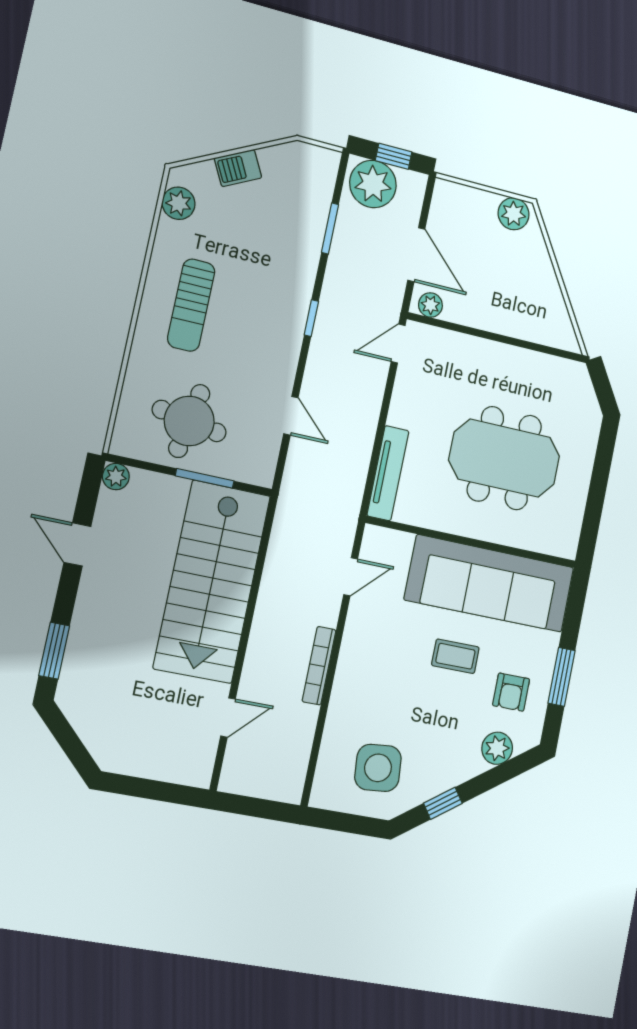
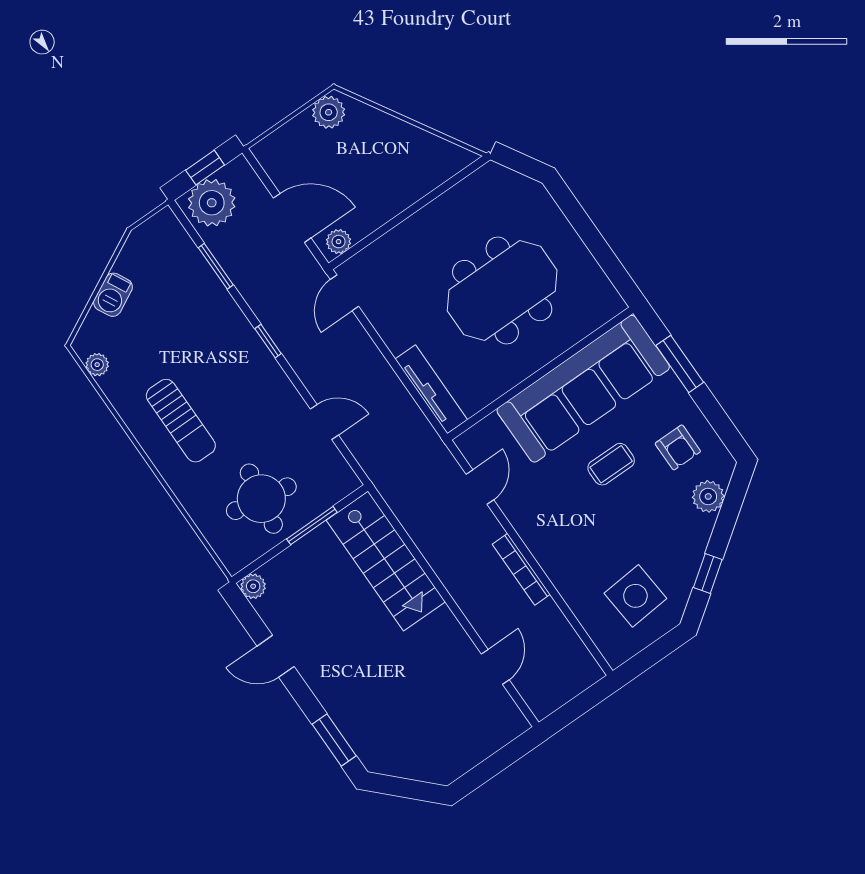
plant: (179, 203) -> (97, 365), width x0.73, depth x0.73
stairs: (212, 582) -> (386, 561), width x0.73, depth x0.66
window: (561, 677) -> (680, 364), moved

